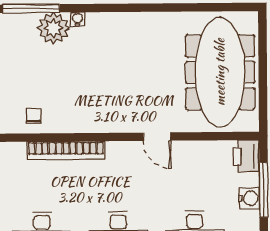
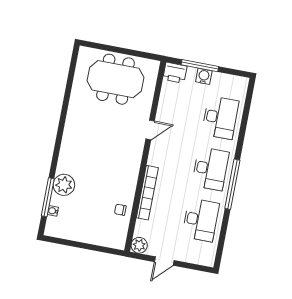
water cooler: (78, 19) -> (53, 211), moved
meeting table: (220, 72) -> (115, 79), width x0.73

